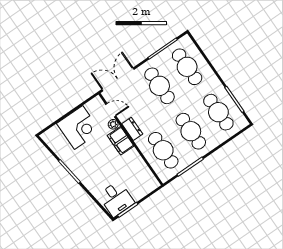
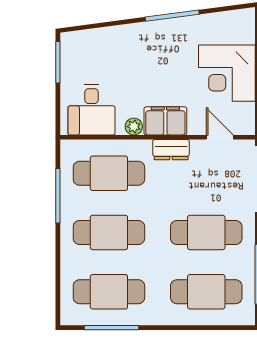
door: (111, 110) -> (220, 137), swing flipped
plant: (113, 124) -> (134, 127), moved
desk: (116, 199) -> (92, 110), moved, turned -90

